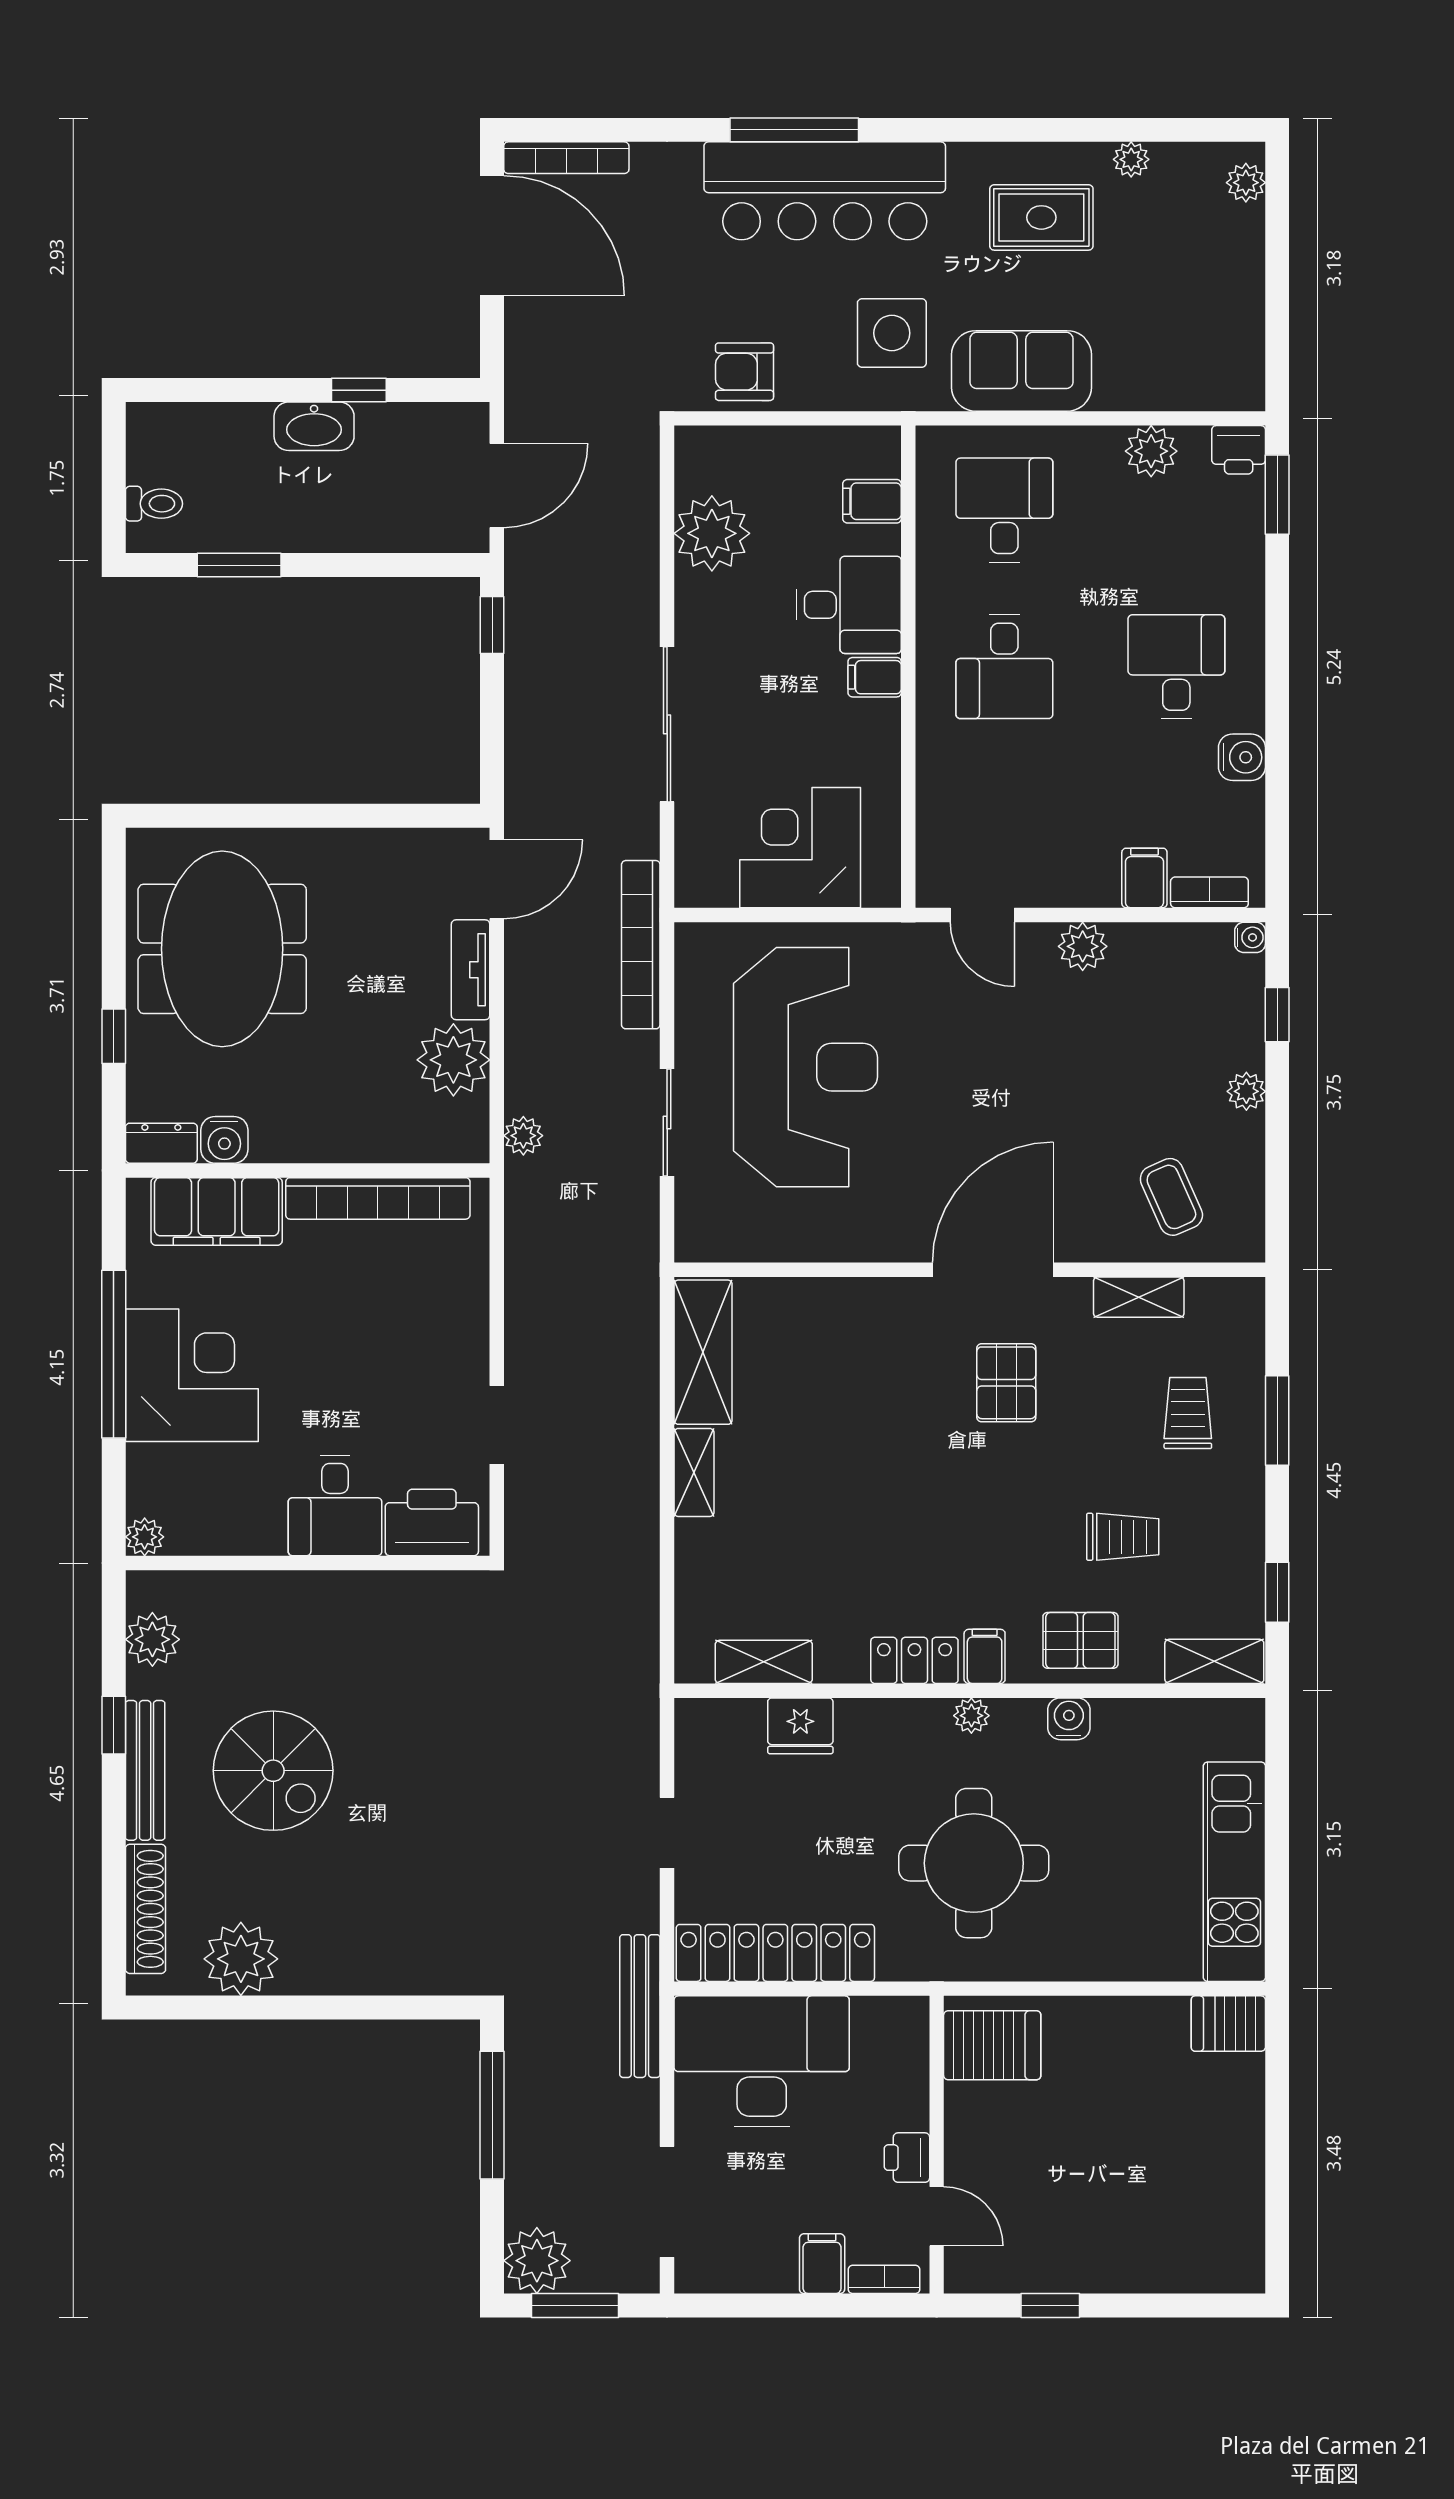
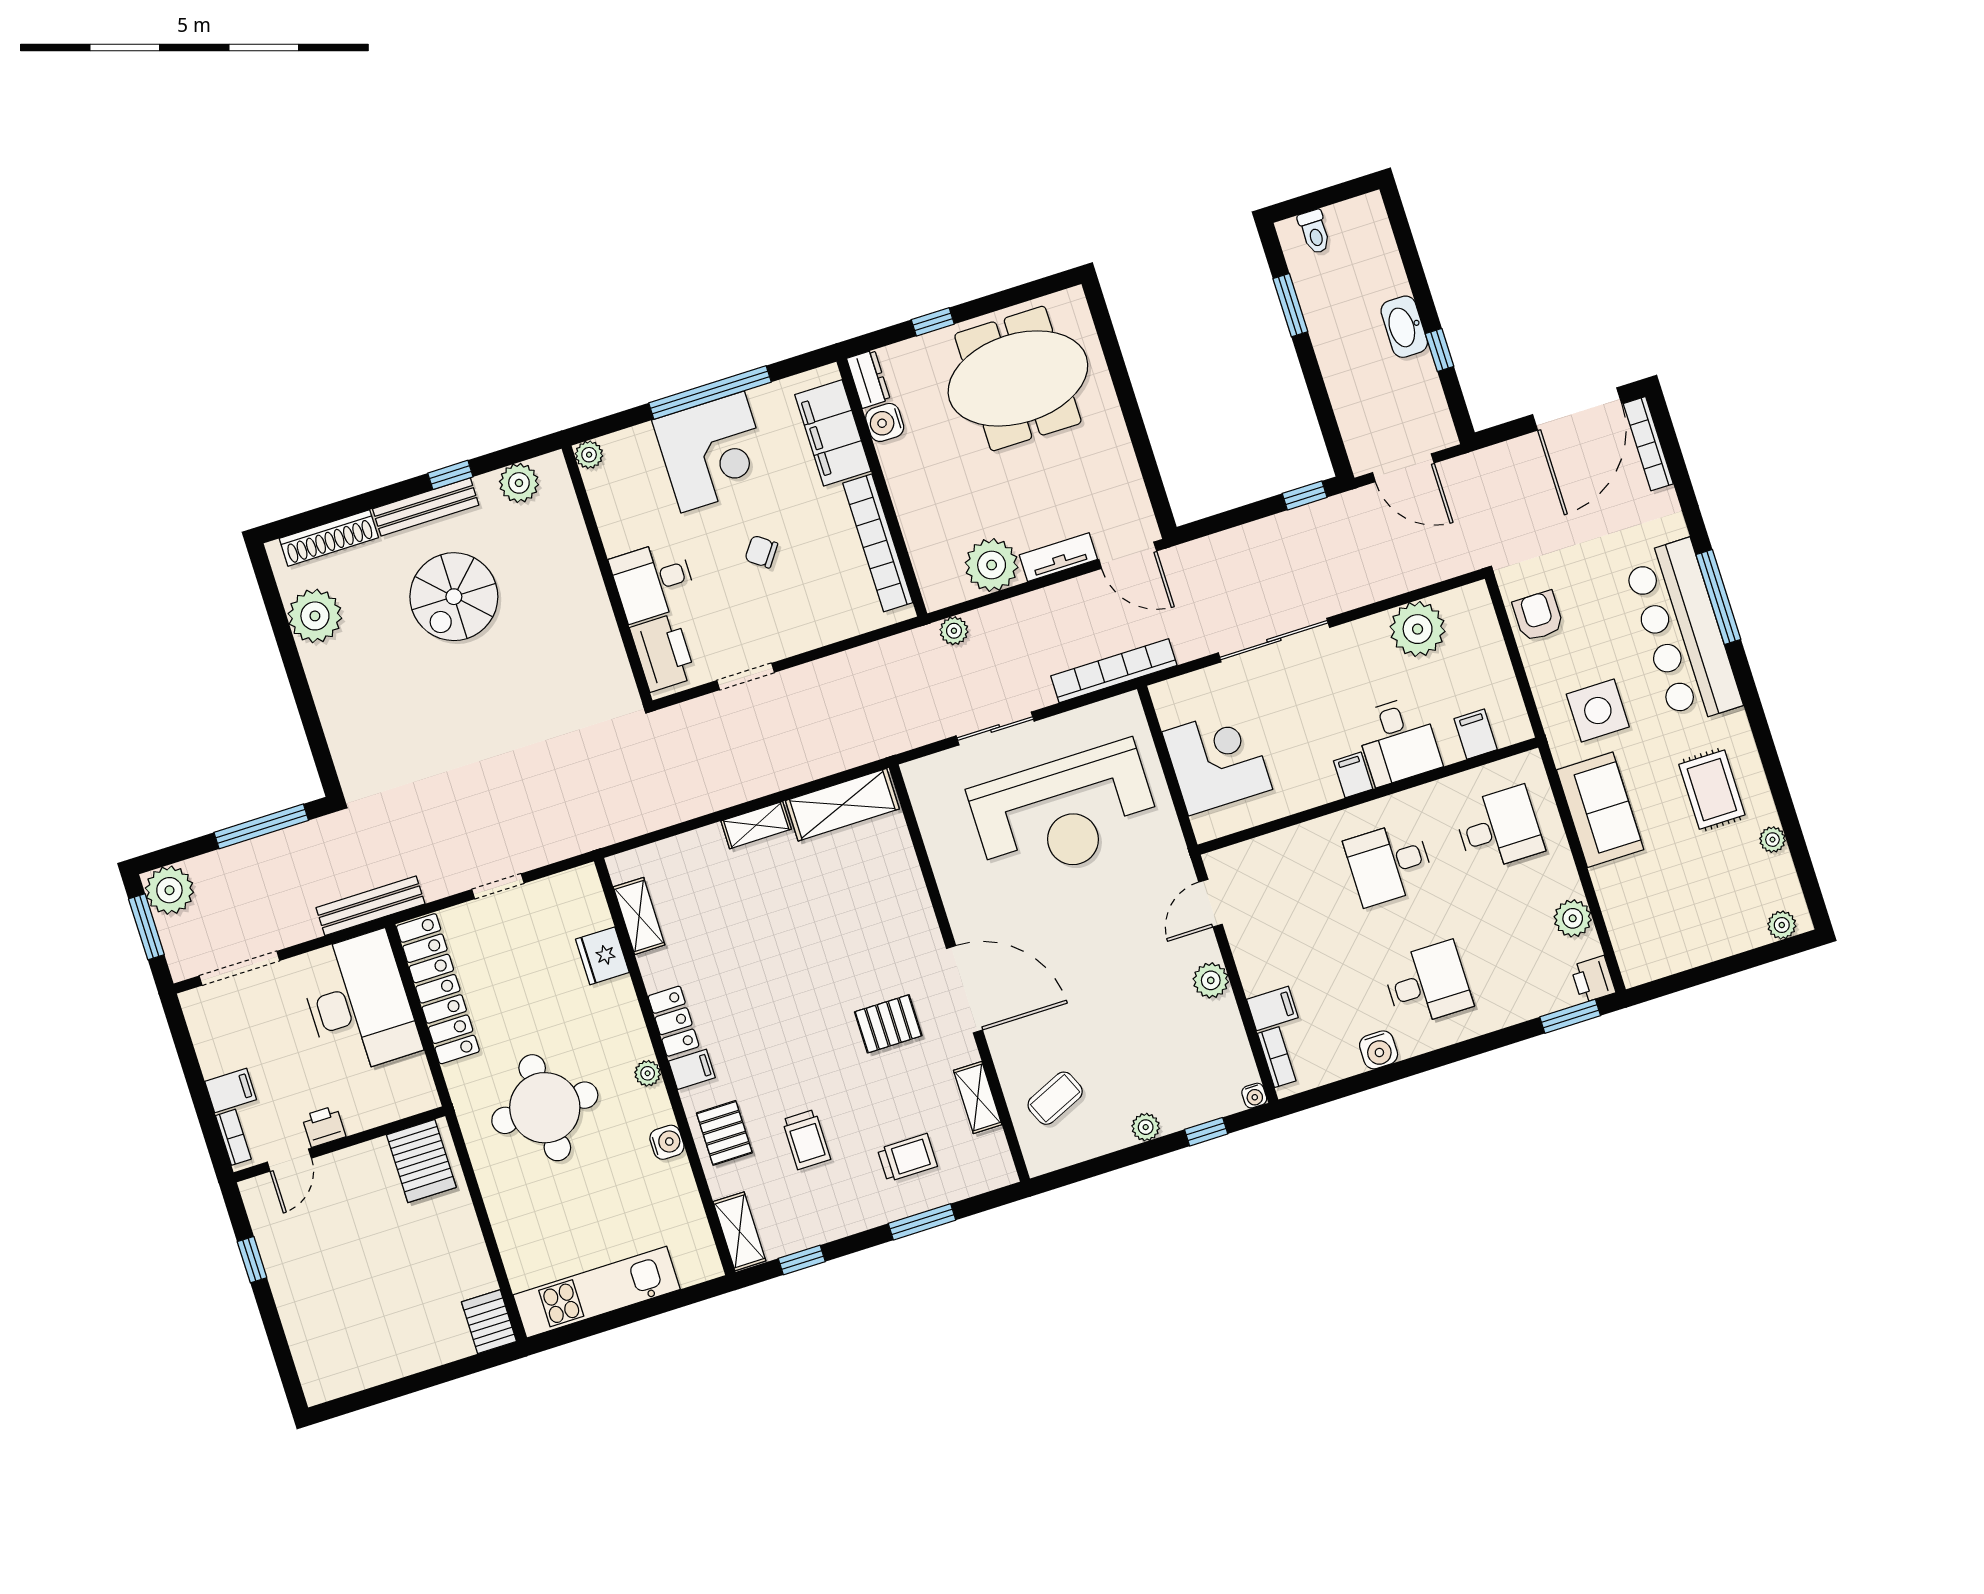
chair: (341, 1353) -> (761, 552), added

